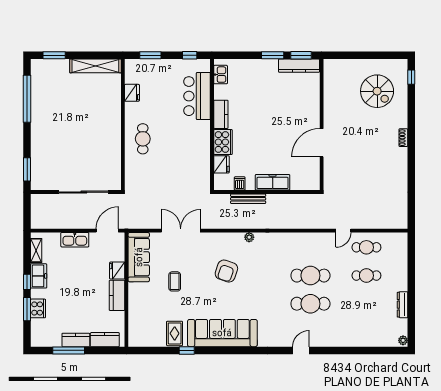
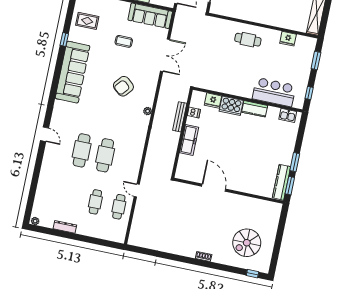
armchair: (226, 271) -> (123, 86), turned -69
rug: (175, 333) -> (87, 21), moved

